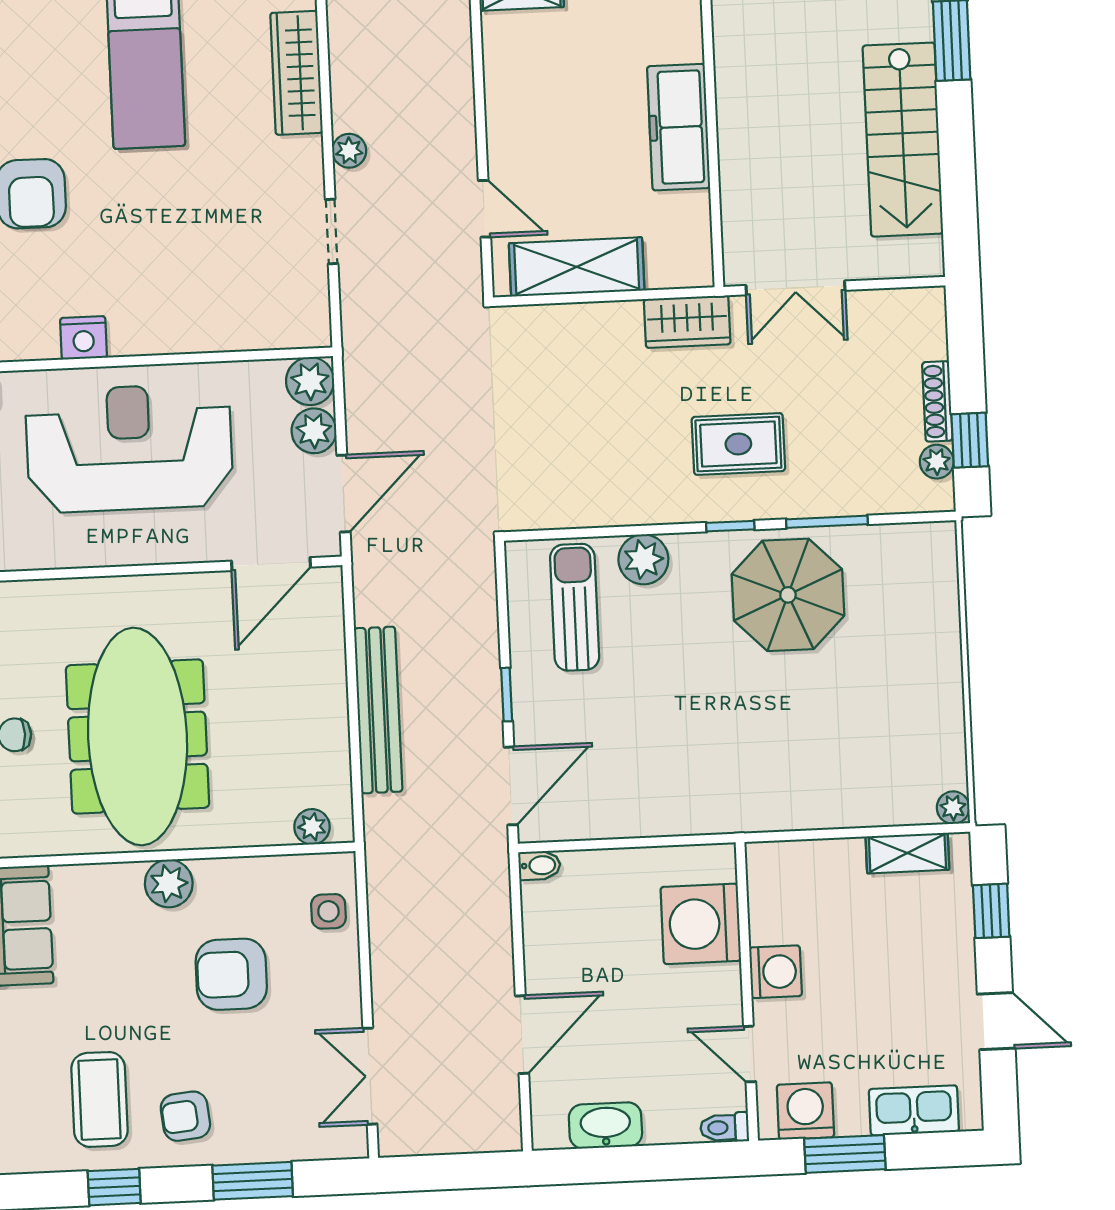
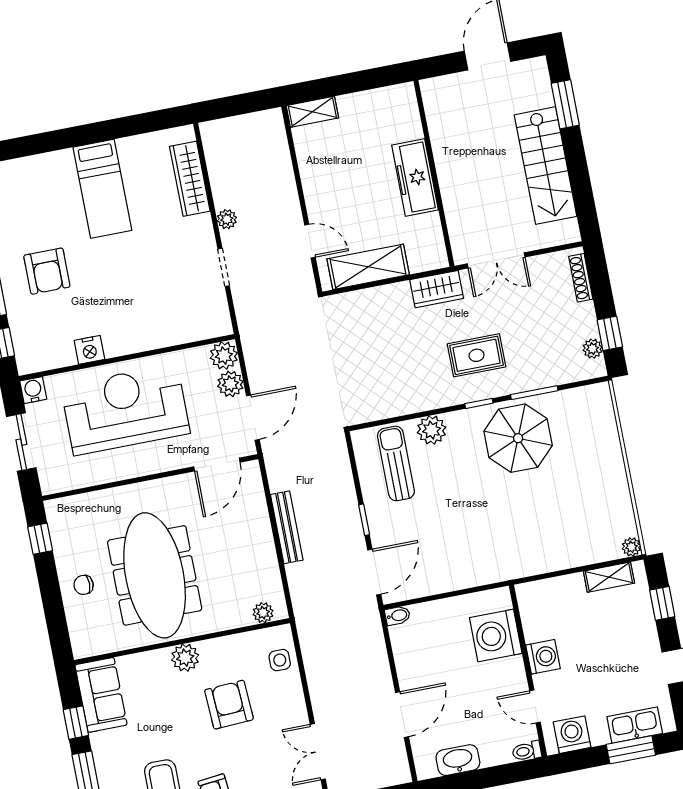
shoe rack: (937, 401) -> (581, 278), moved
bench: (378, 710) -> (287, 527), width x0.73, depth x0.82
armchair: (231, 974) -> (229, 705), turned 87
window: (845, 1154) -> (631, 750), moved

